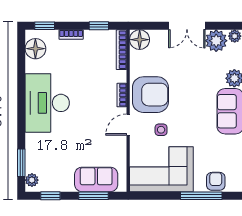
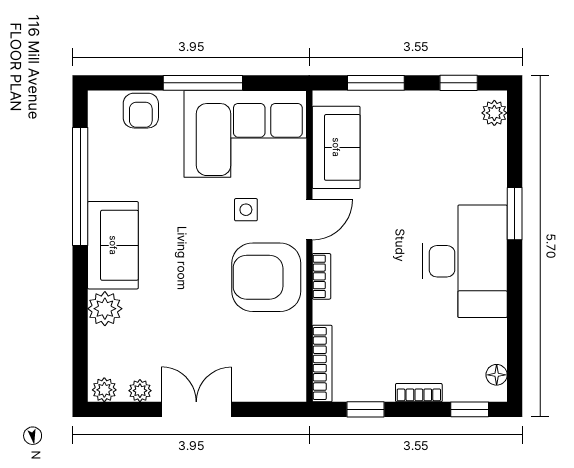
floor lamp: (140, 40) -> (287, 383), removed
plant: (216, 41) -> (140, 391), width x0.53, depth x0.53
floor lamp: (35, 49) -> (497, 375), width x0.53, depth x0.53
window: (21, 163) -> (515, 214), moved
sofa: (96, 179) -> (336, 147), moved, turned -90
window: (201, 196) -> (203, 83), moved

